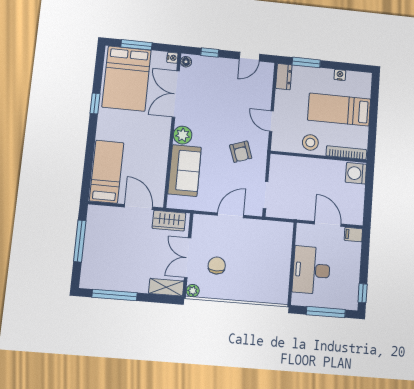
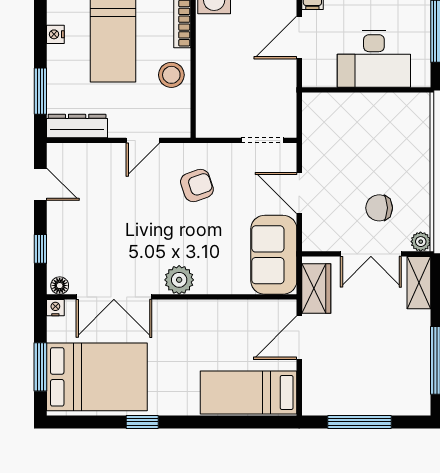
dresser: (284, 77) -> (77, 126), width x1.44
sofa: (185, 171) -> (274, 255), moved, turned -90

